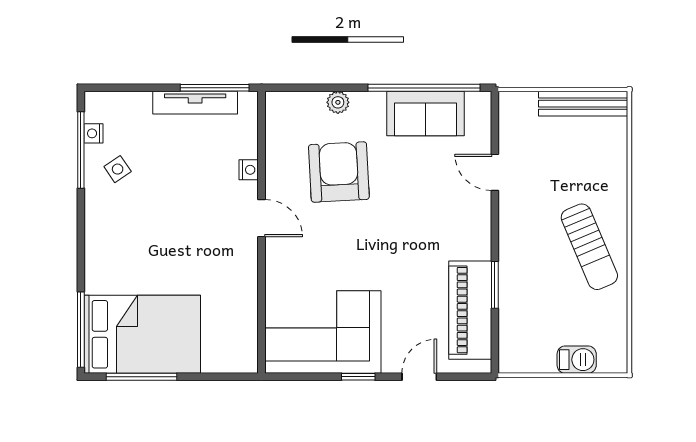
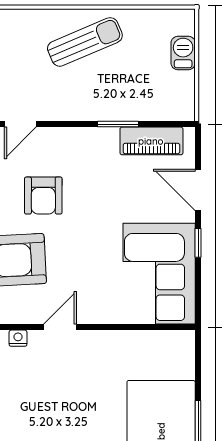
armchair: (413, 199) -> (43, 196), added
piano: (470, 310) -> (151, 141), width x0.73, depth x0.75
door: (419, 377) -> (198, 190), width x1.38

